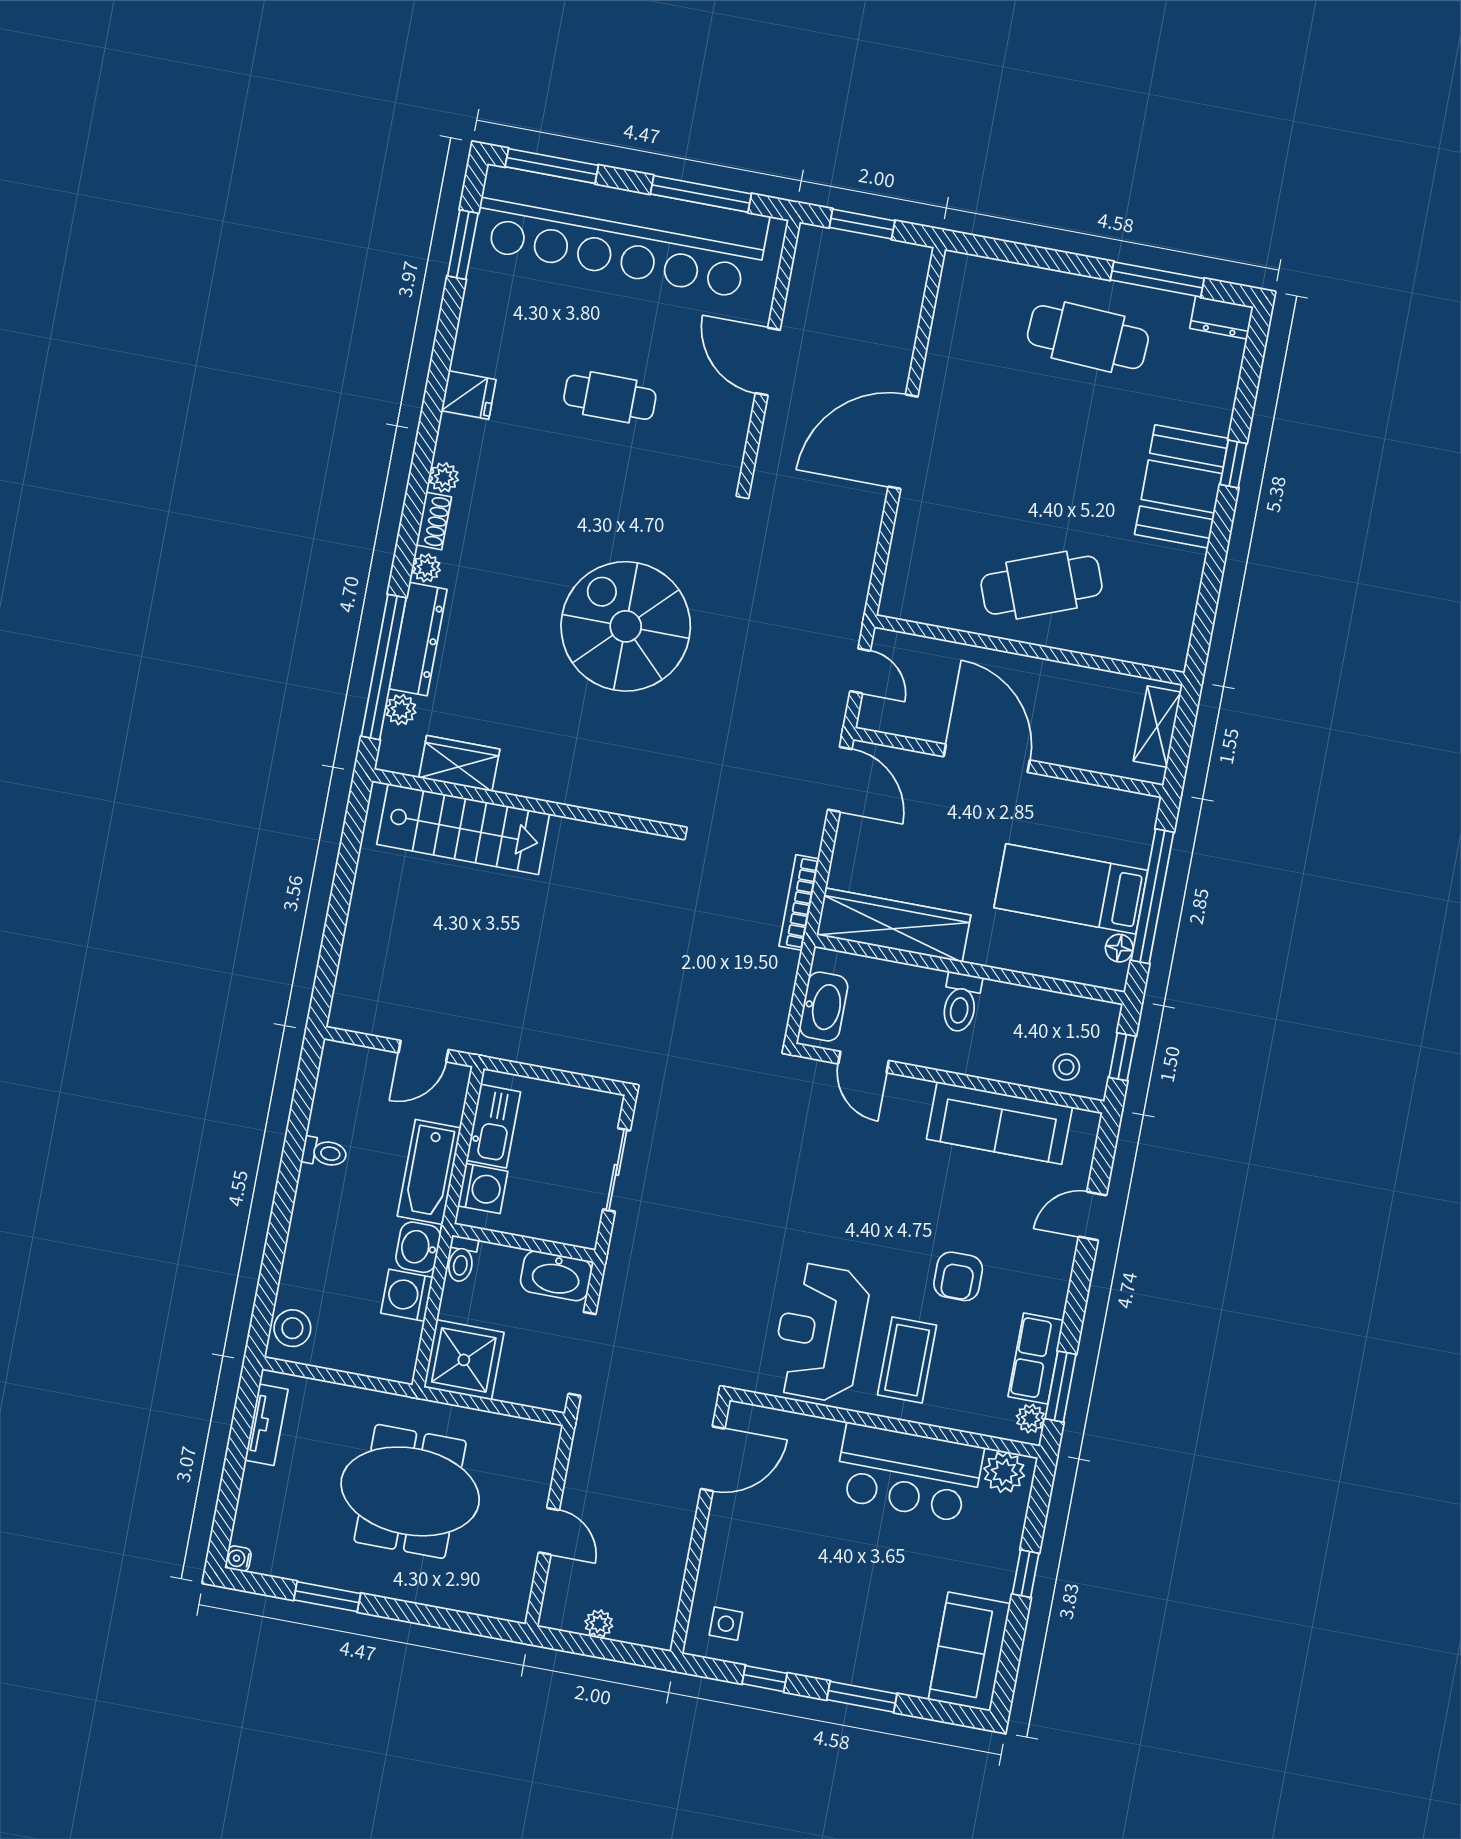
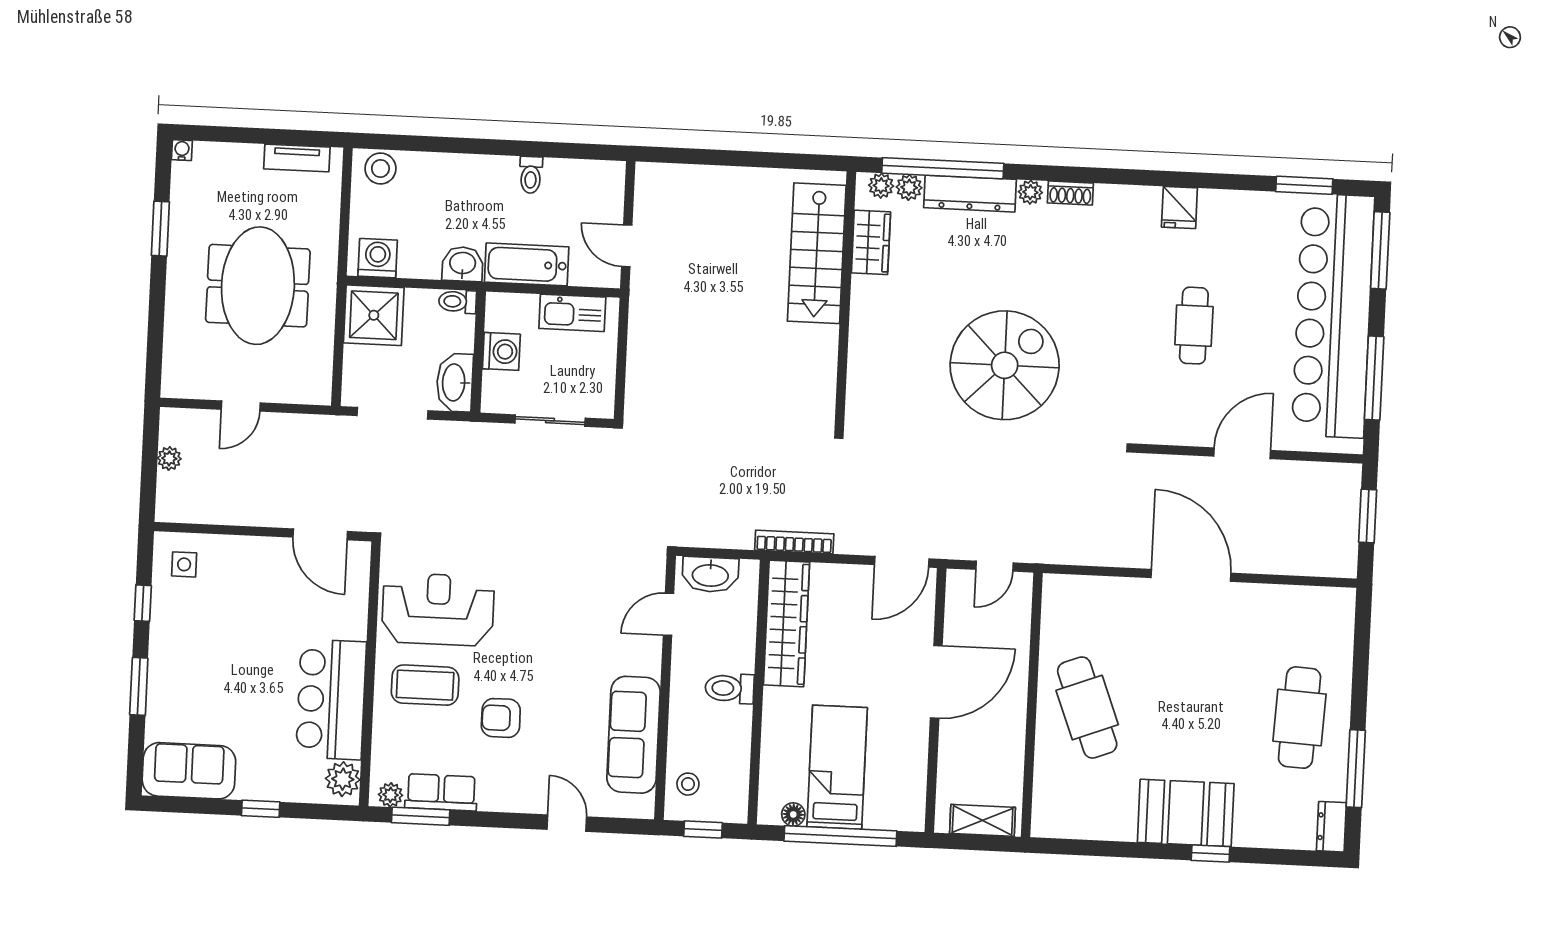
plant: (444, 477) -> (881, 186), moved
washing machine: (483, 1189) -> (501, 351), moved, turned -90
washing machine: (407, 1295) -> (378, 258), moved

